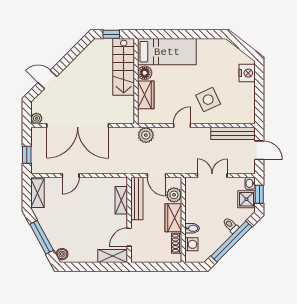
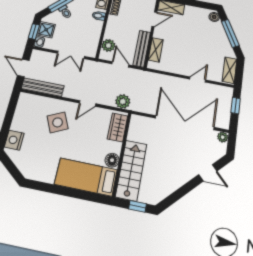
wardrobe: (146, 95) -> (117, 127), moved
wardrobe: (173, 218) -> (113, 27), removed

